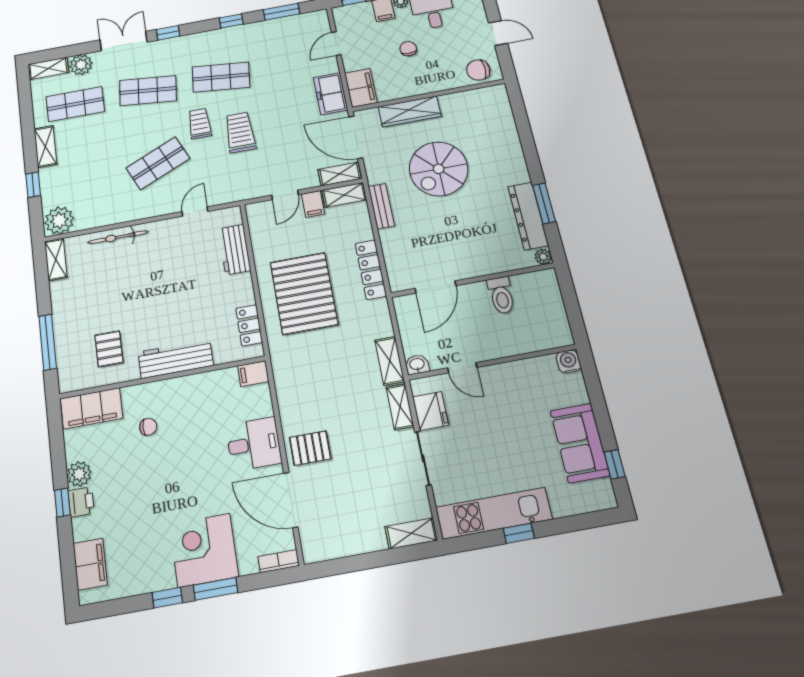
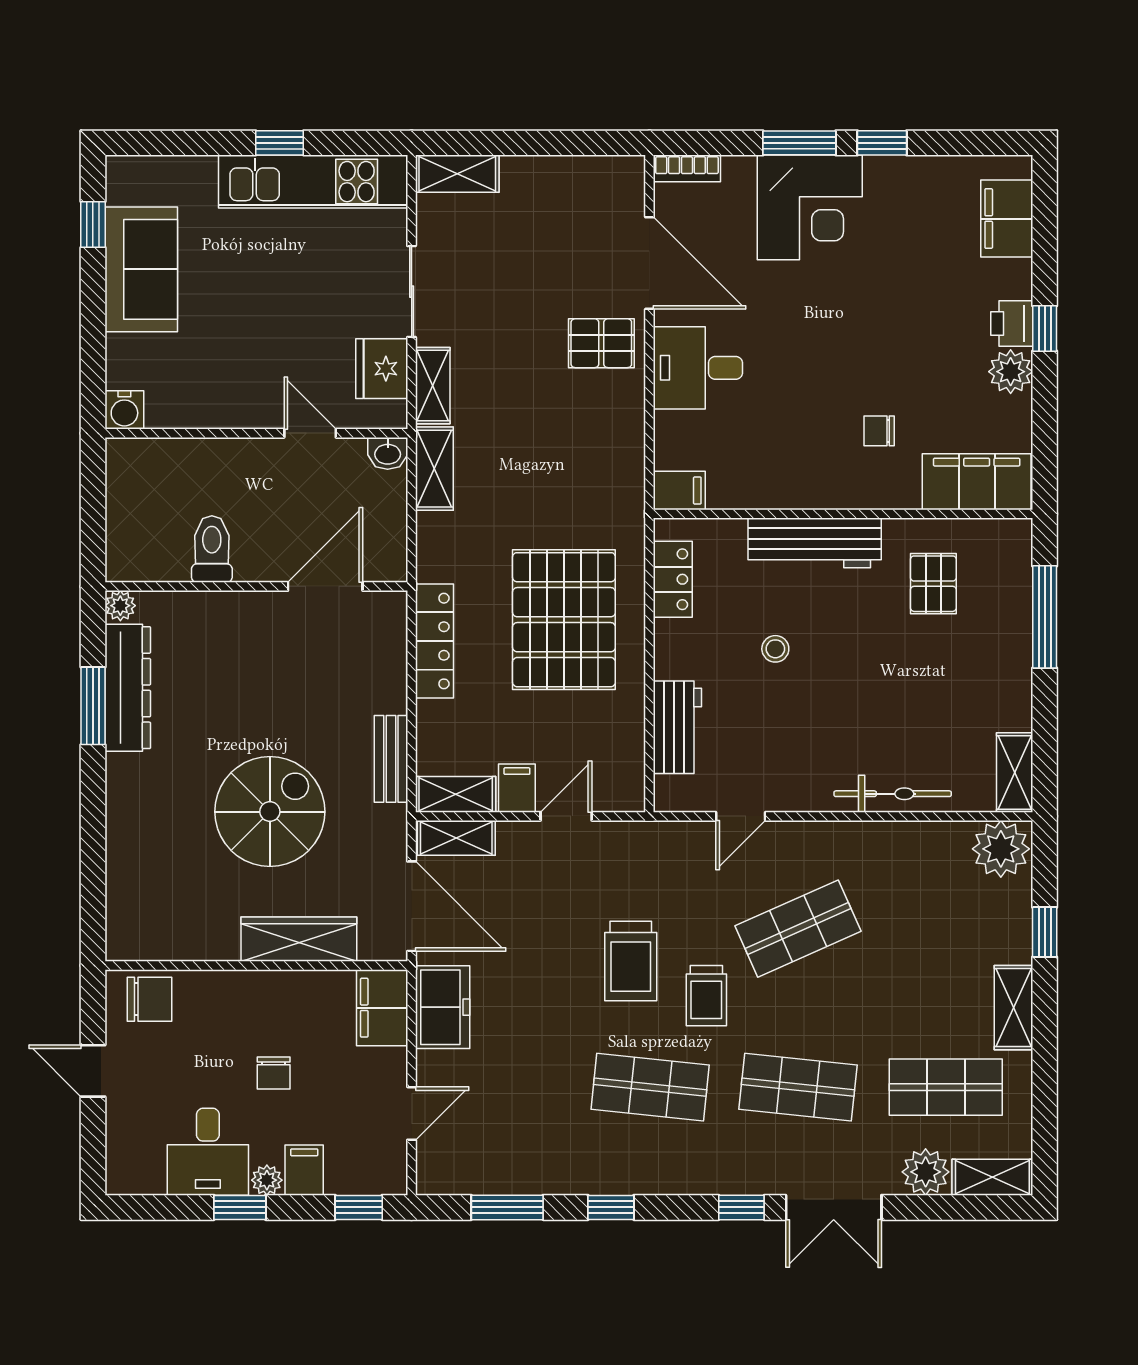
stool: (189, 299) -> (775, 649), added

